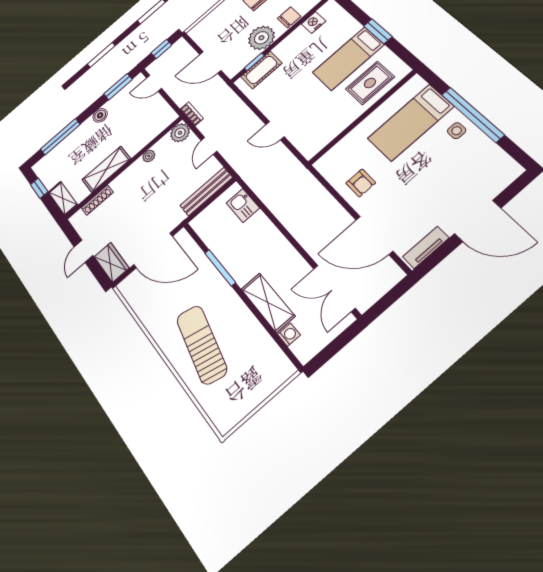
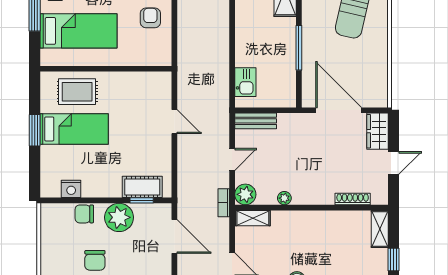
shelving: (106, 169) -> (253, 218), moved, width x0.67, depth x0.75
bench: (206, 192) -> (256, 121), width x0.73

